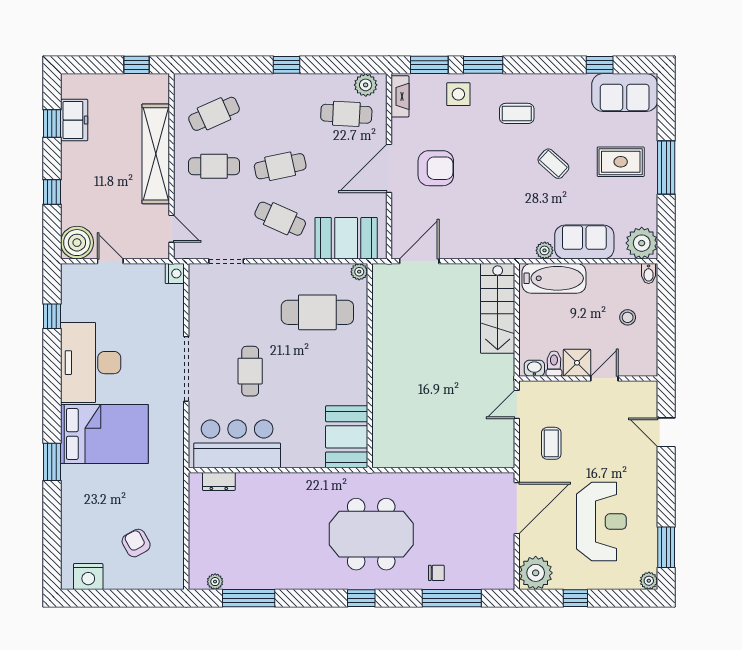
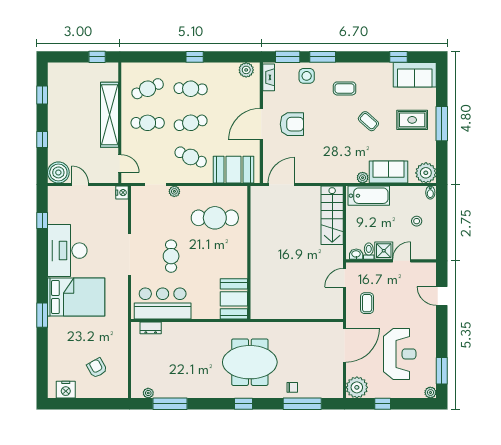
cafe table: (346, 114) -> (191, 89), moved
freezer: (74, 120) -> (57, 93), removed
plant: (359, 272) -> (174, 191), moved

